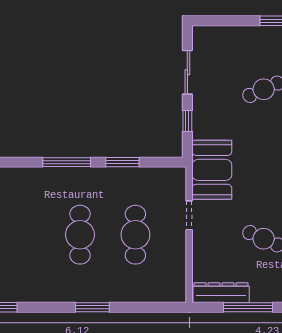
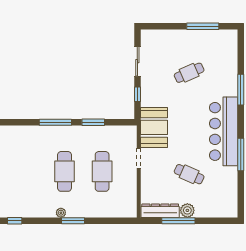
plant: (261, 292) -> (187, 210), added
plant: (75, 296) -> (61, 213), added

